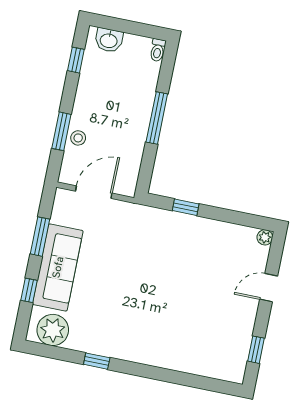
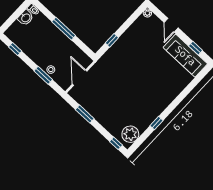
washbasin: (109, 40) -> (26, 18), moved
sofa: (58, 267) -> (185, 56), moved, turned 180
window: (29, 290) -> (116, 143), moved

